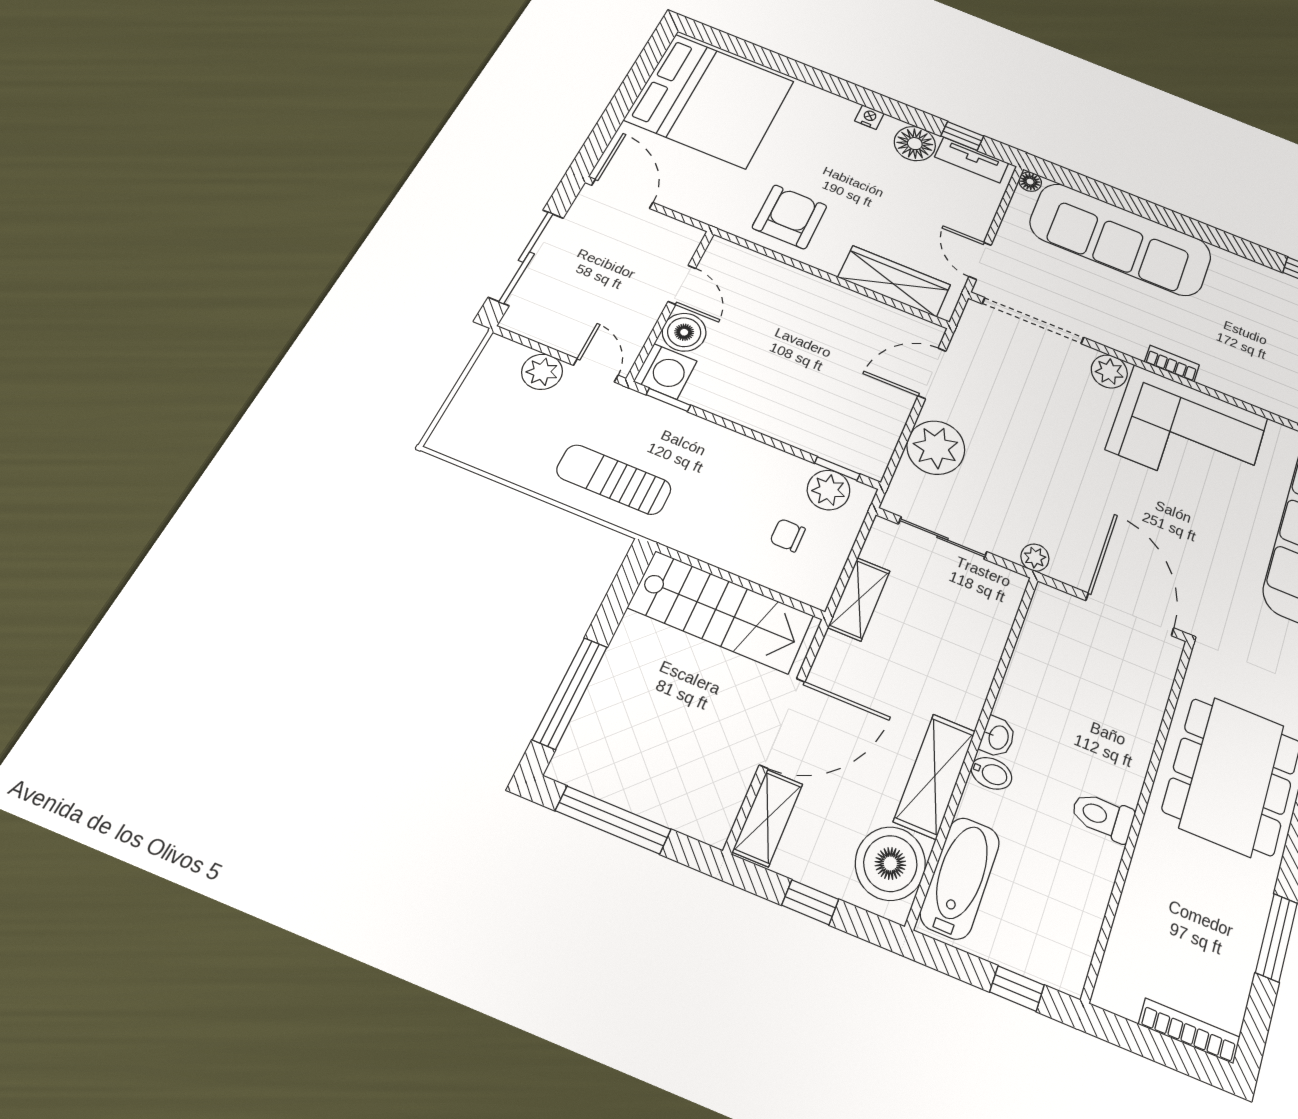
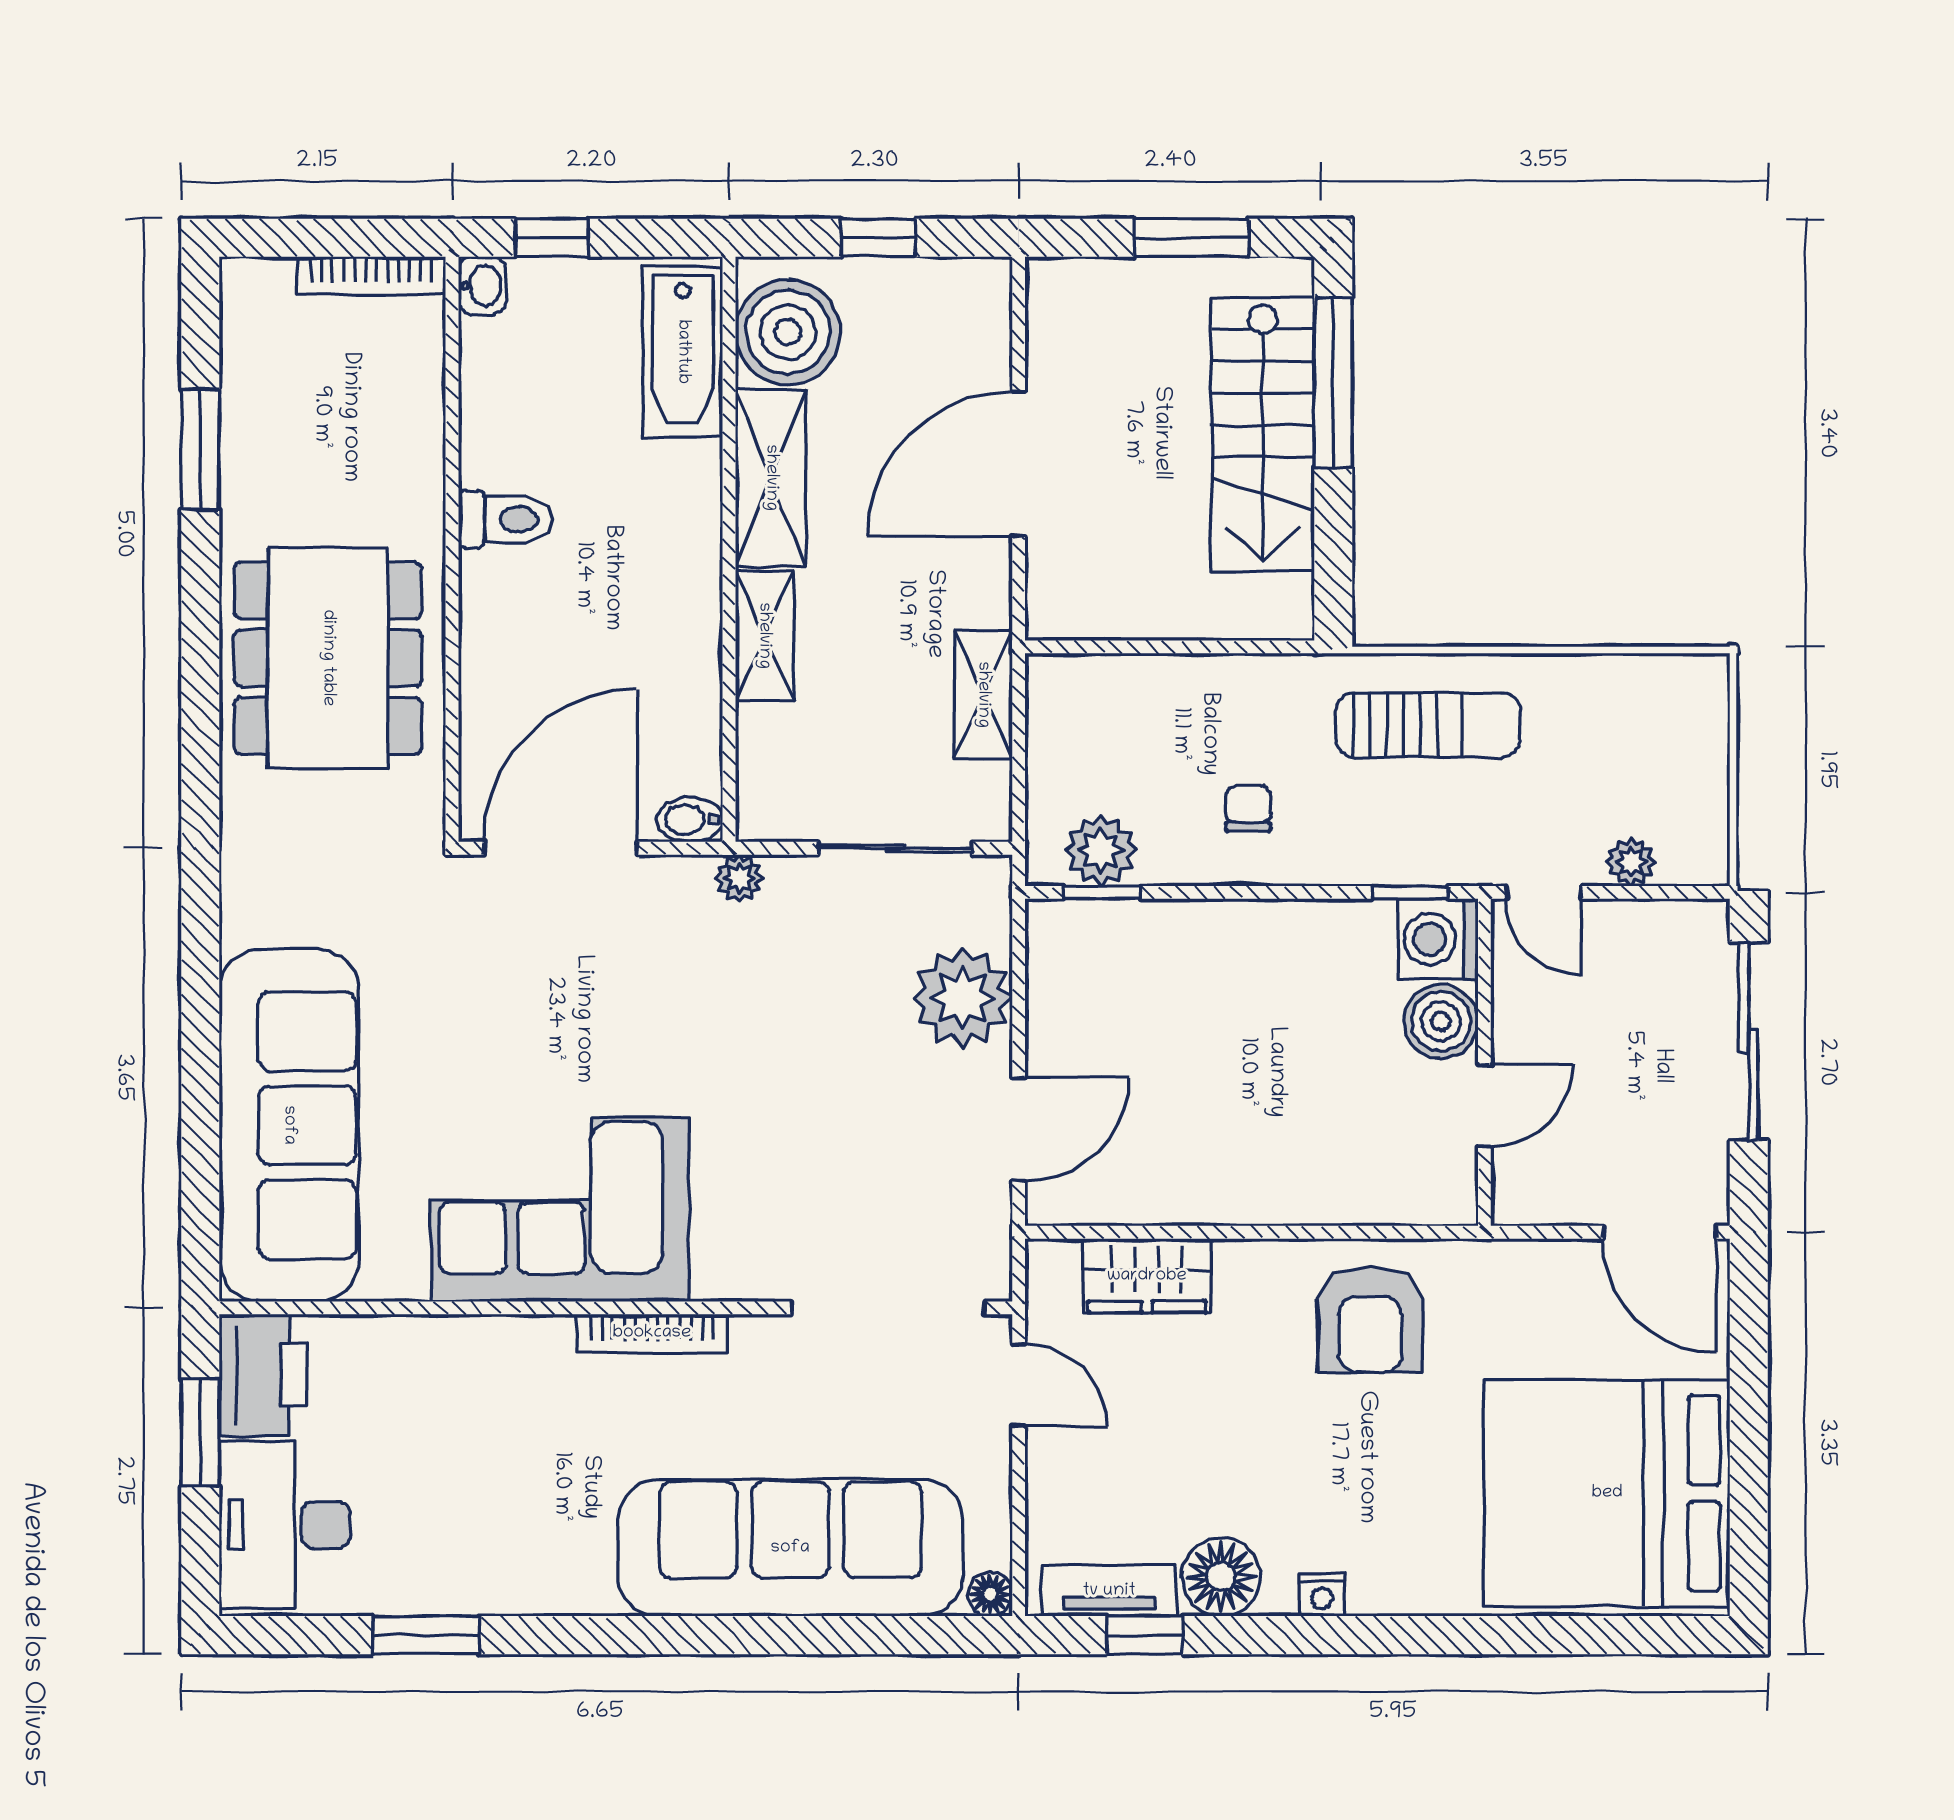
wardrobe: (894, 281) -> (1147, 1276), width x0.67
door: (682, 285) -> (1484, 1106), swing flipped
bookcase: (1172, 364) -> (652, 1333), width x1.56
plant: (1109, 371) -> (727, 1268), removed
plant: (542, 372) -> (1631, 862), width x0.73, depth x0.73
chair: (788, 535) -> (1248, 809), moved, turned -90
stairs: (721, 612) -> (1263, 434), moved, turned -90
door: (1130, 614) -> (560, 848), swing flipped
washbasin: (998, 737) -> (482, 286), moved, turned 180
bidet: (991, 773) -> (690, 820), moved
shelving: (768, 818) -> (764, 636), moved
window: (613, 820) -> (1191, 238), width x0.69
bookcase: (1189, 1031) -> (371, 276), moved

